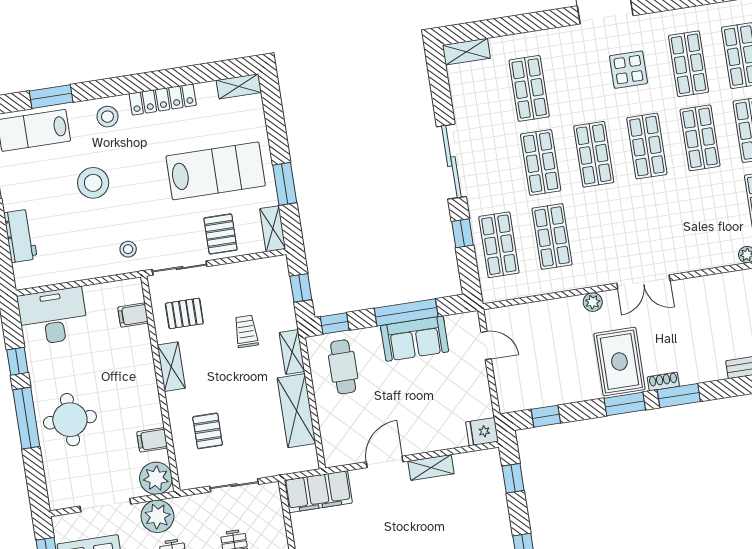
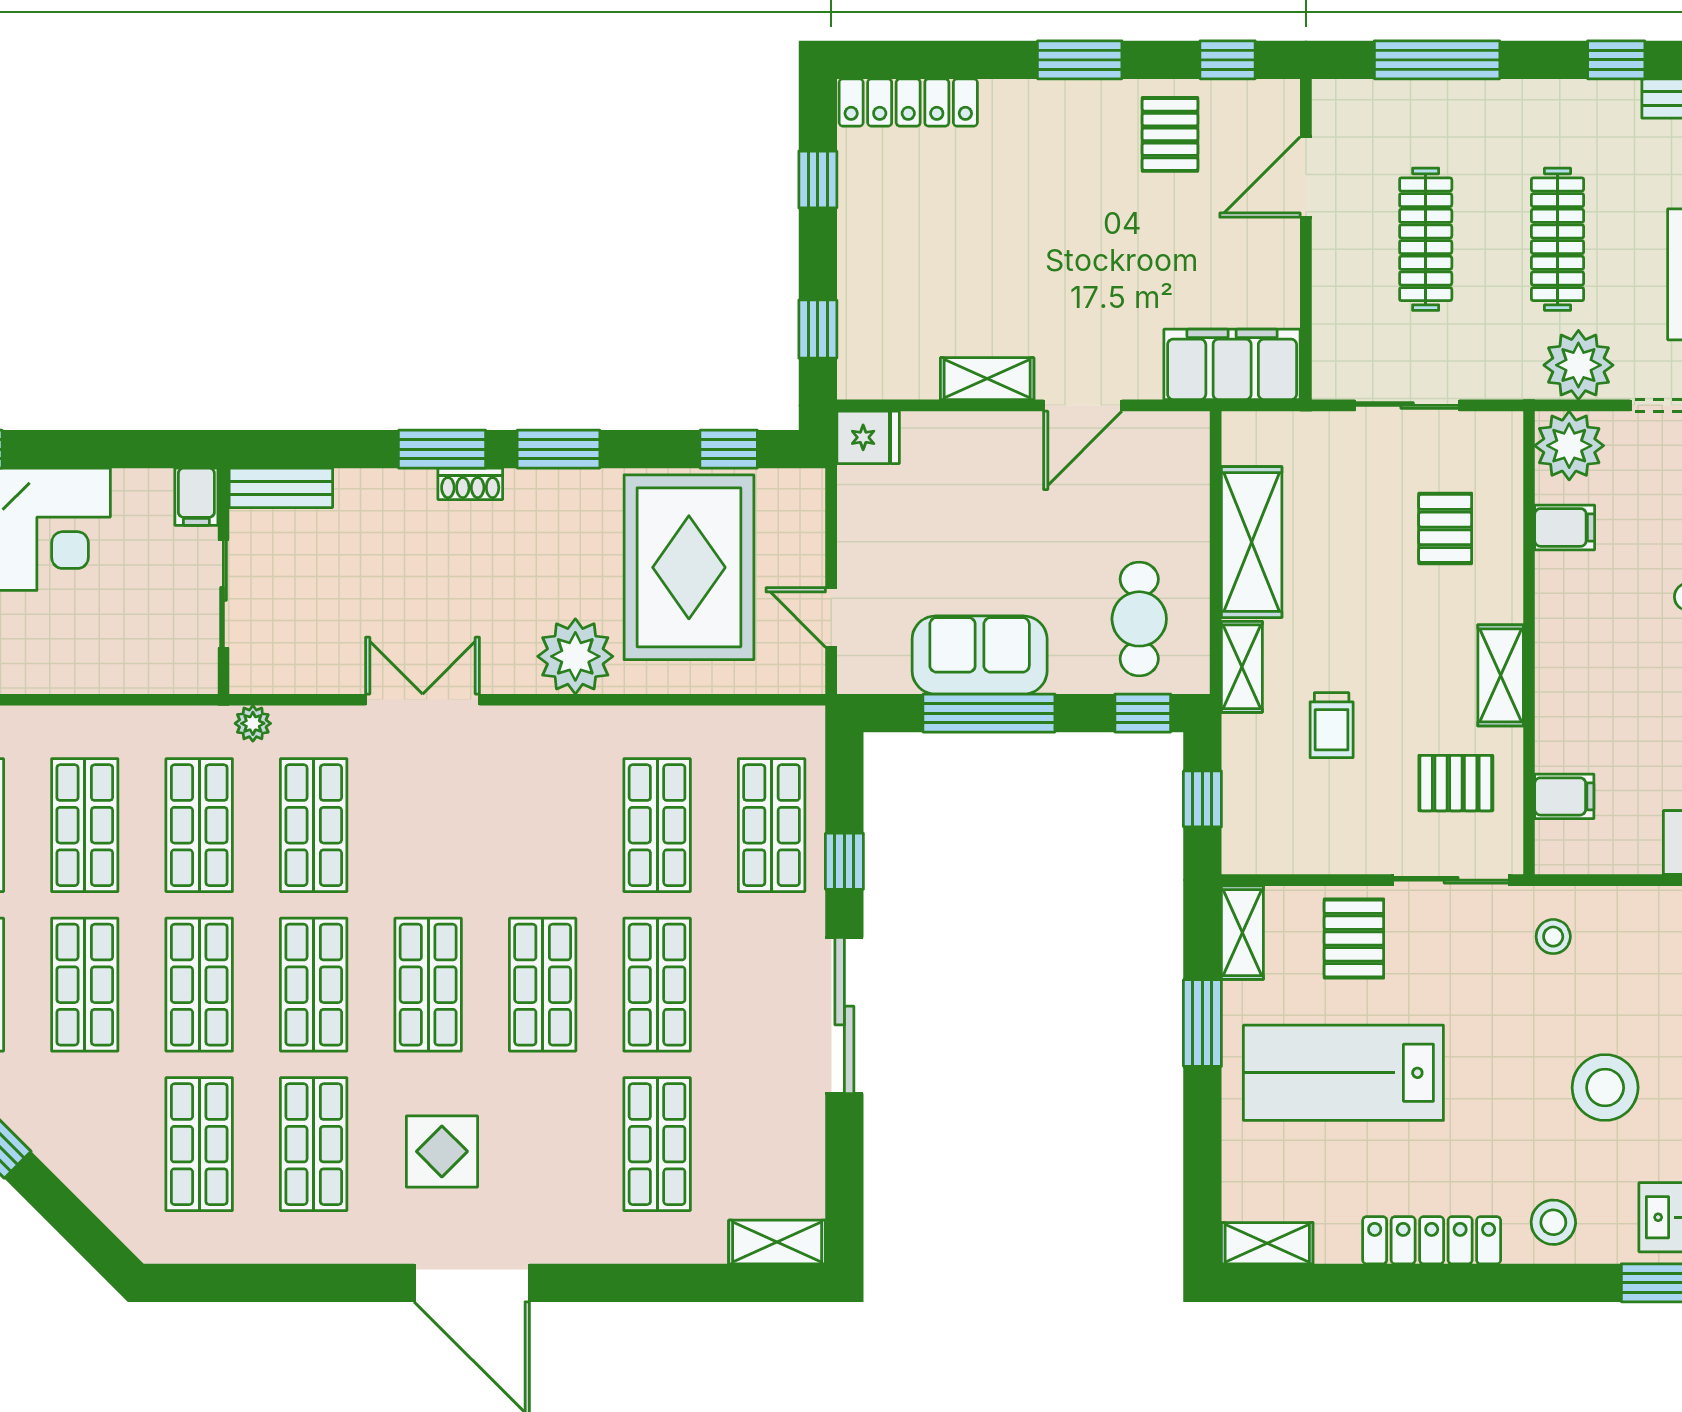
shop shelf: (711, 212) -> (314, 825), added
double door: (643, 282) -> (423, 700), moved
plant: (593, 302) -> (575, 656), width x1.87, depth x1.87
rug: (619, 362) -> (689, 567), moved, width x1.37, depth x1.44

